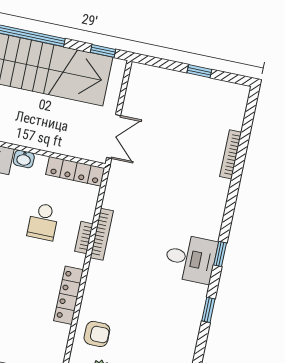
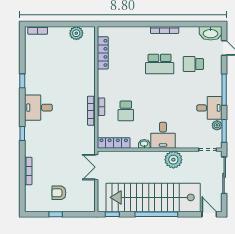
school desk: (43, 222) -> (126, 111), turned 180
window: (220, 254) -> (22, 134), moved
locker: (69, 295) -> (103, 53), moved
armchair: (97, 334) -> (59, 193), moved

